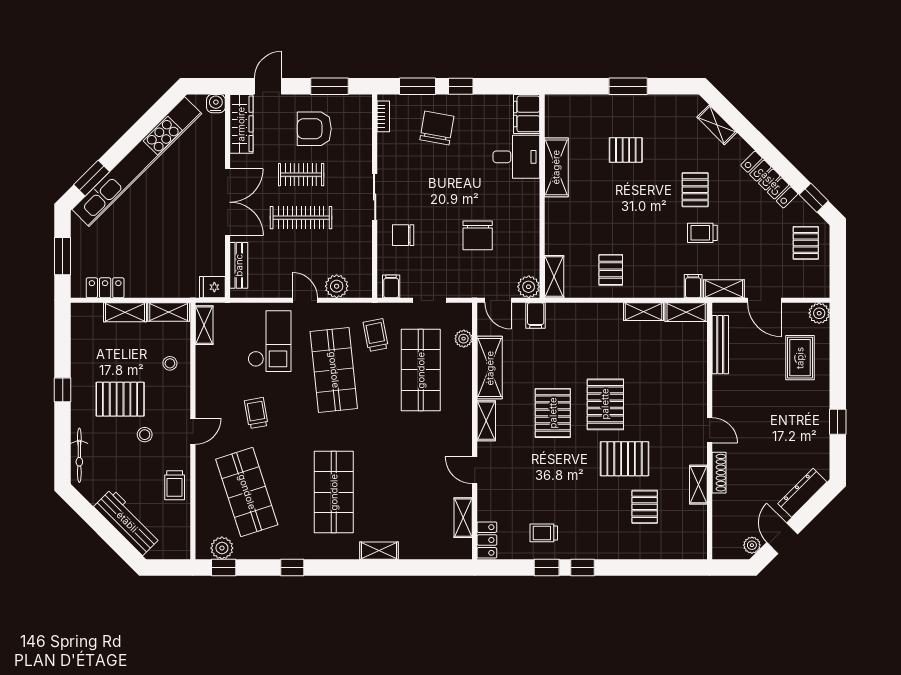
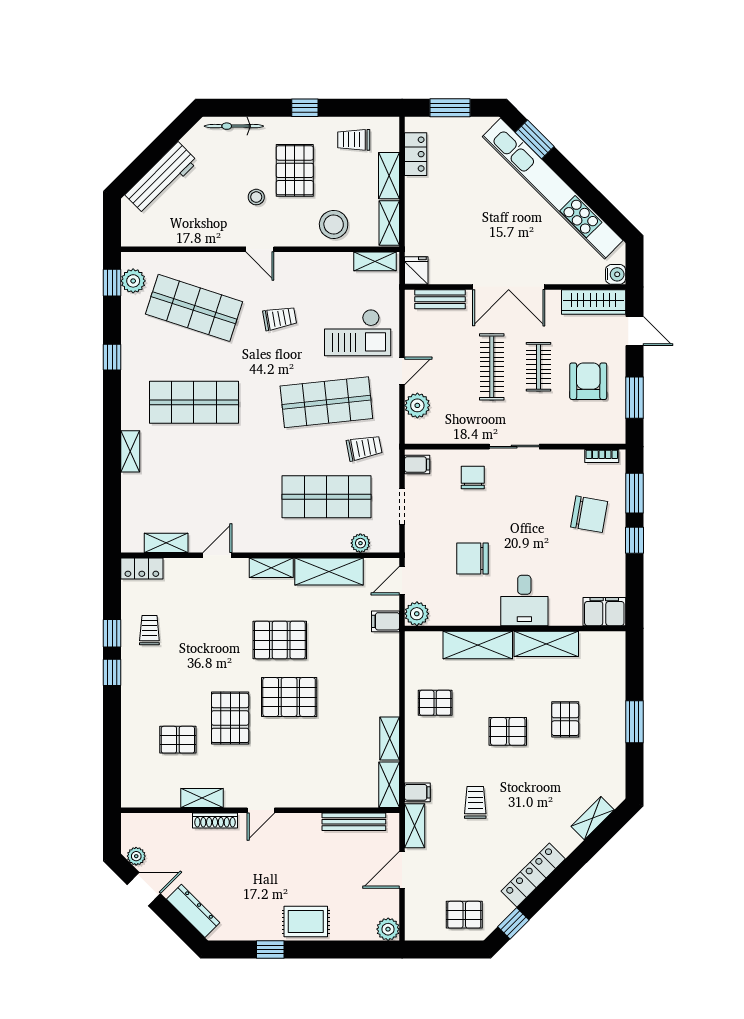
desk: (516, 157) -> (524, 600), moved
pallet: (695, 190) -> (508, 731), moved
shelving: (554, 277) -> (478, 645), moved, width x1.50, depth x1.33
rug: (800, 358) -> (306, 922), moved
stool: (170, 363) -> (334, 224), width x1.89, depth x1.89
trolley: (175, 485) -> (354, 140), moved
shop shelf: (247, 492) -> (194, 308), turned 36

